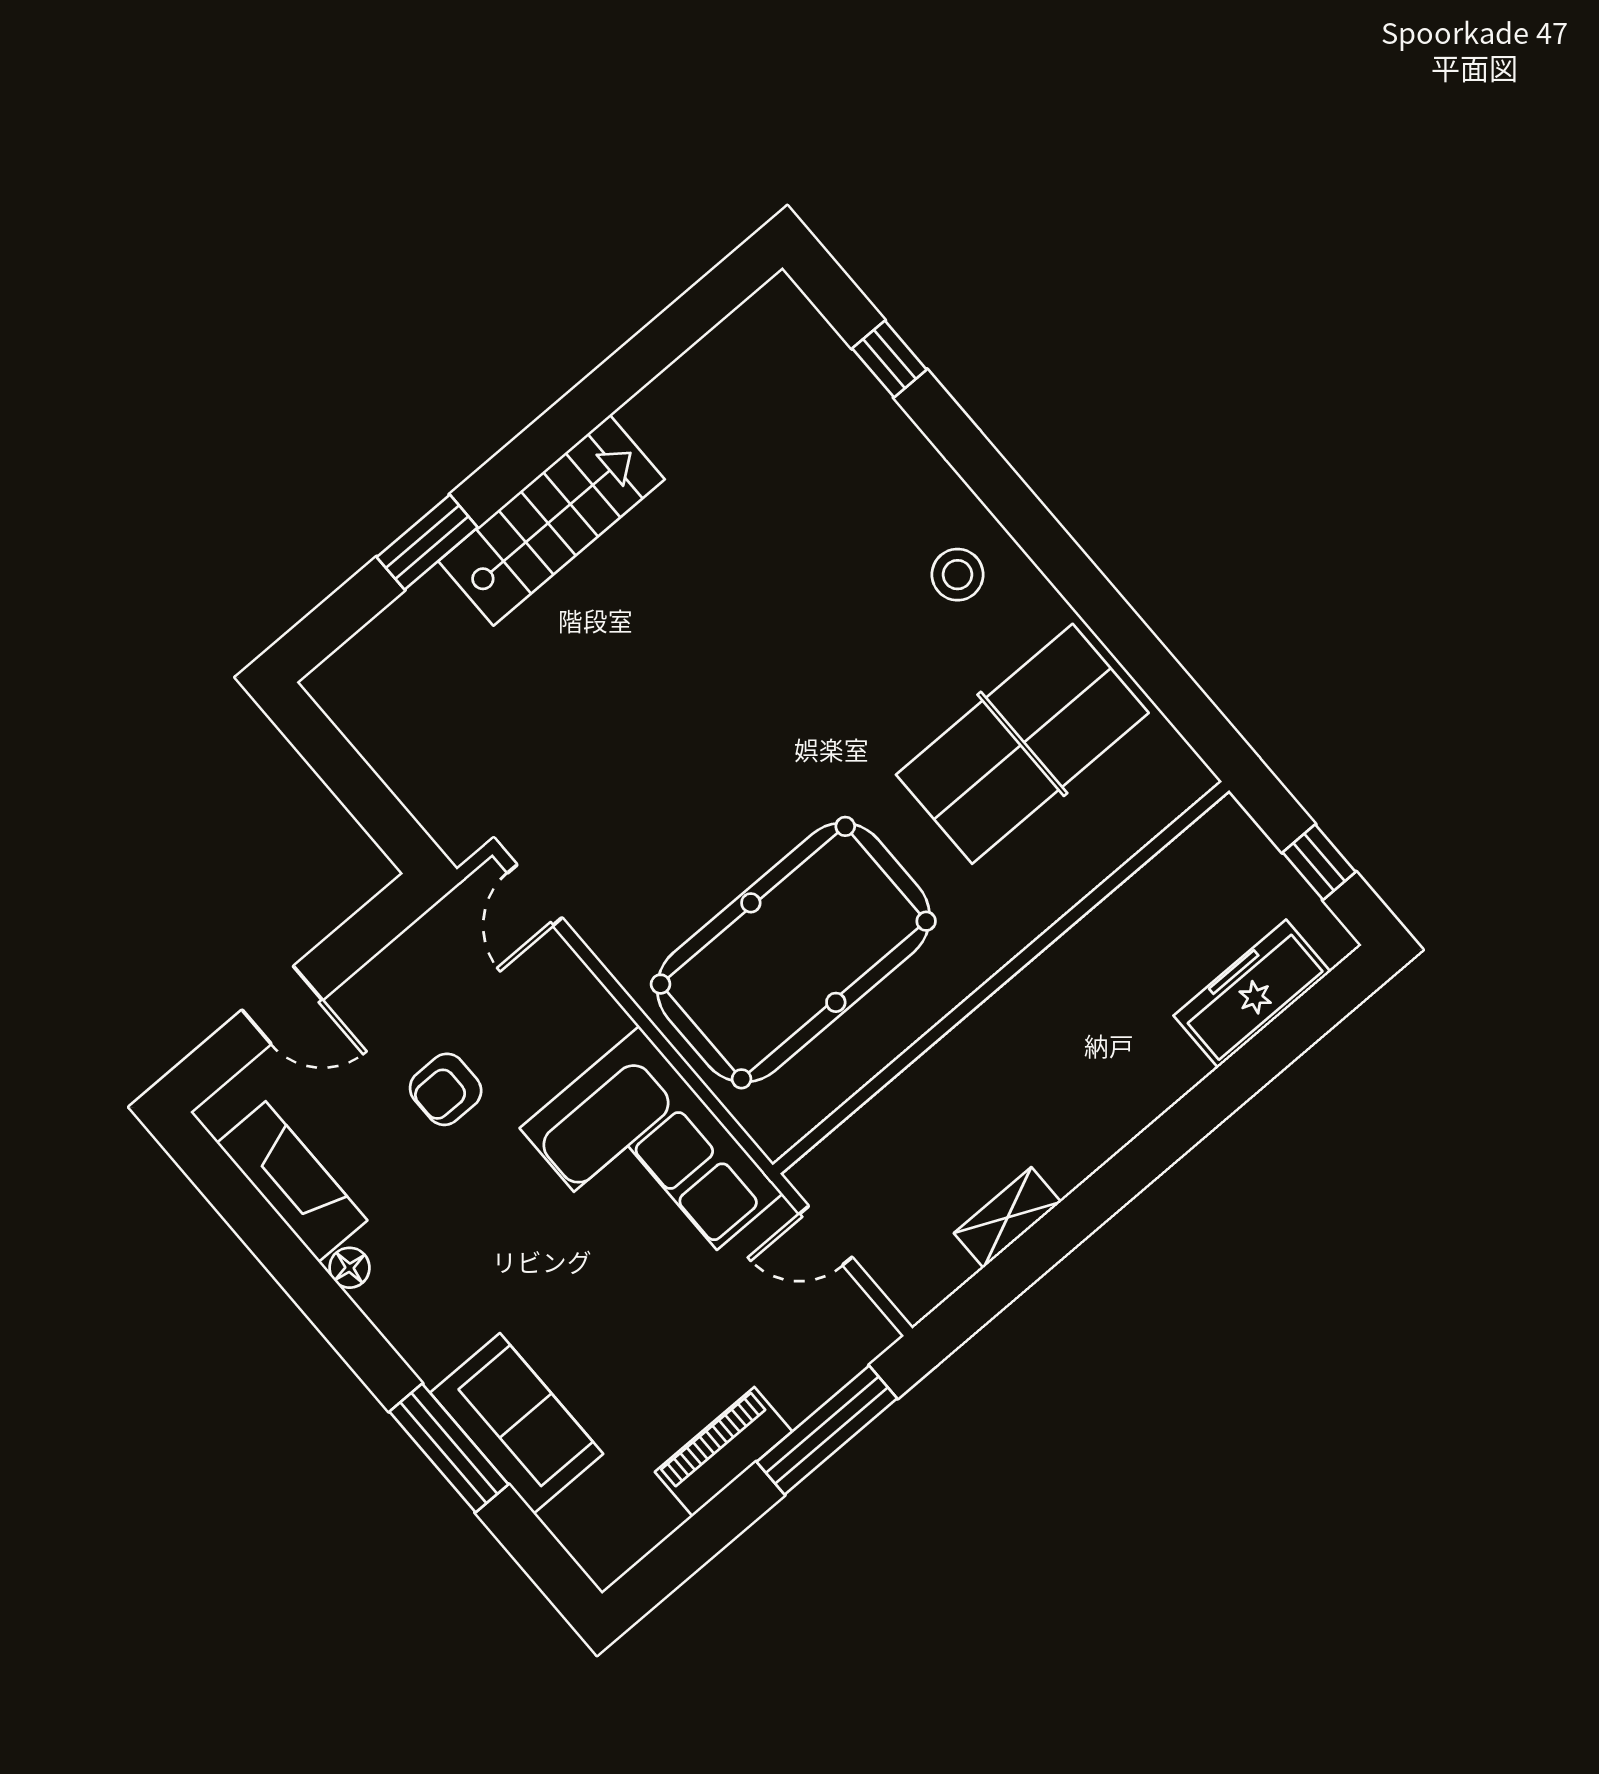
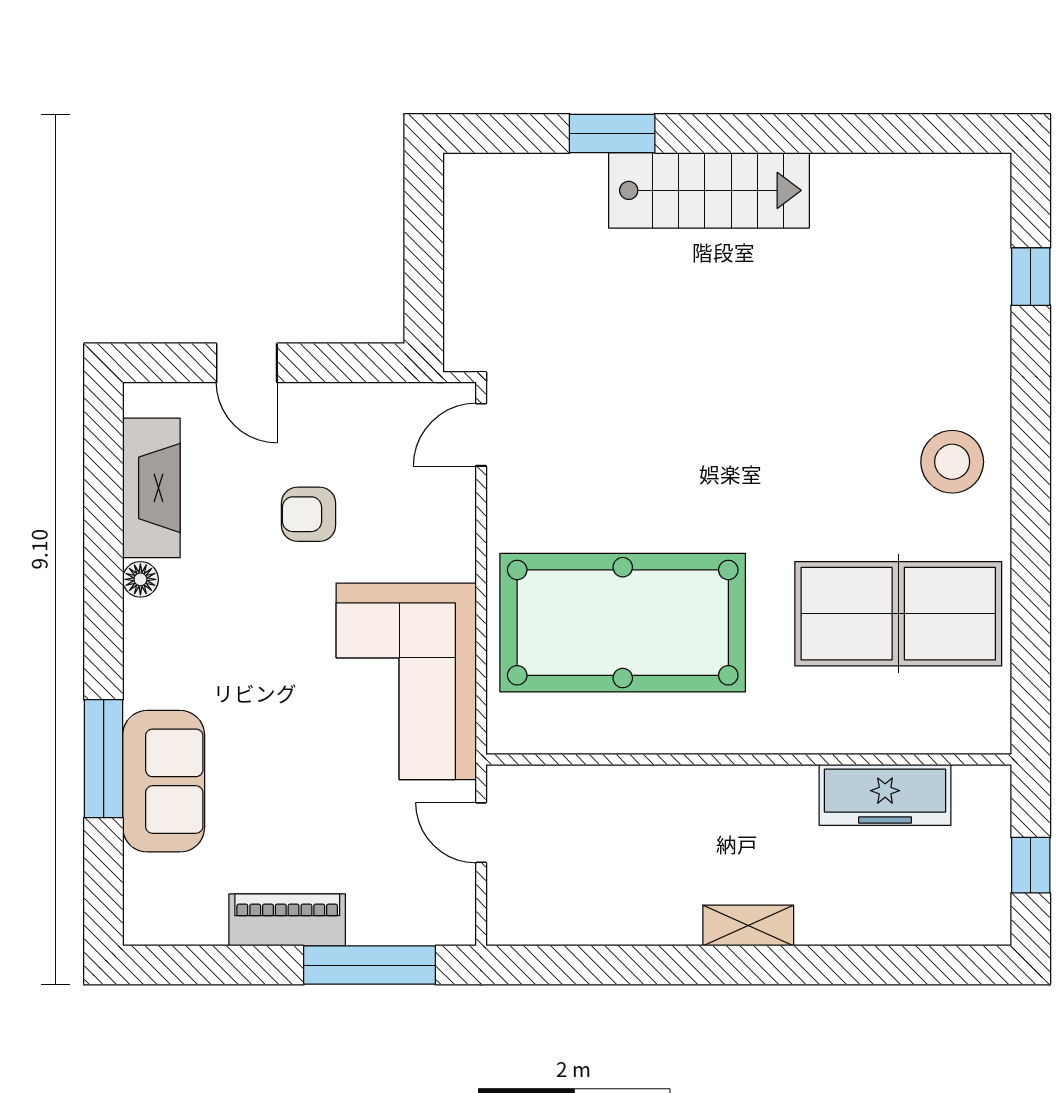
stool: (957, 575) -> (952, 462), width x1.38, depth x1.38
freezer: (1252, 994) -> (885, 795), moved, turned 180
shelving: (1007, 1217) -> (748, 925), moved

